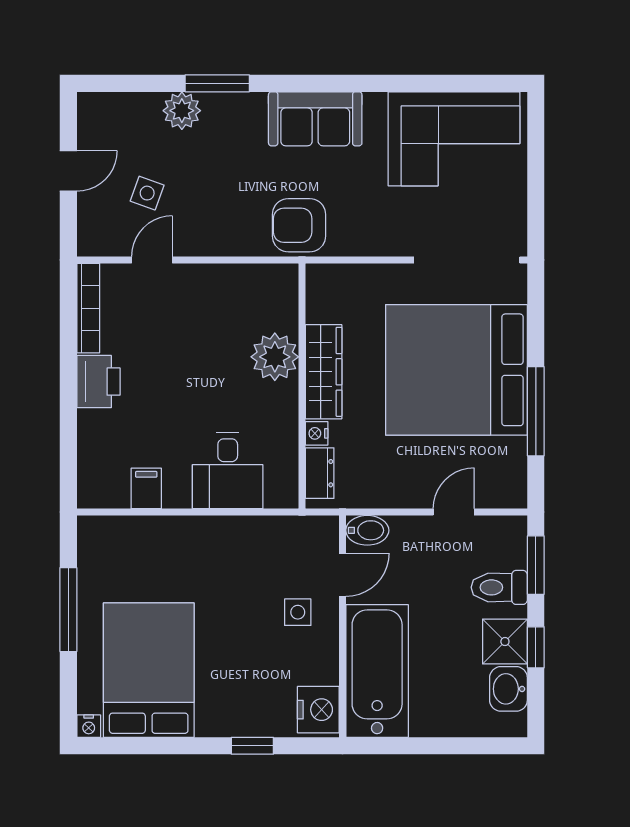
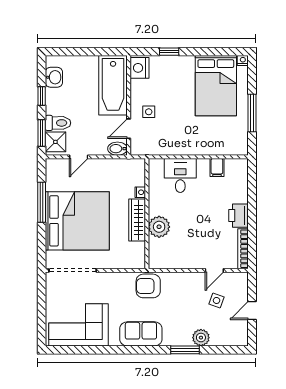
armchair: (299, 225) -> (148, 286), turned 180
dresser: (320, 473) -> (139, 174), removed
shower: (505, 642) -> (55, 142), moved

